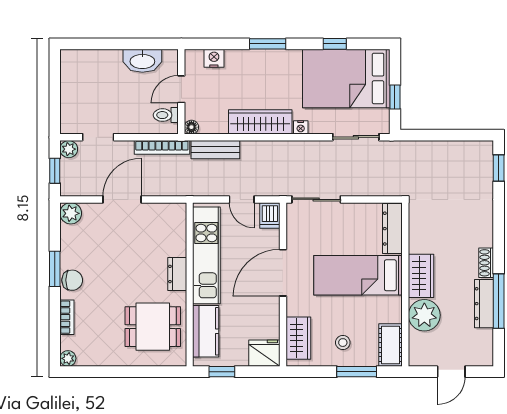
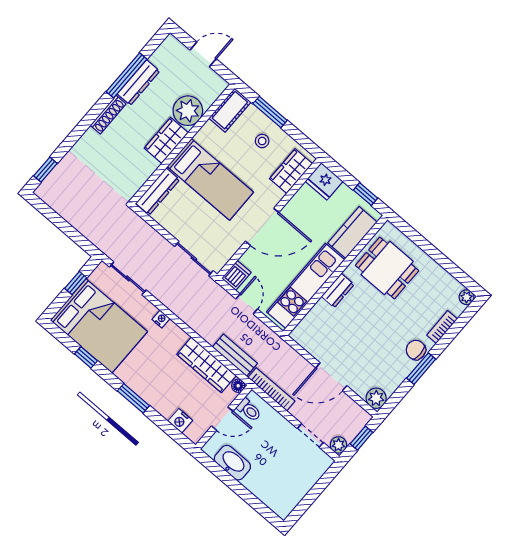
wardrobe: (260, 122) -> (206, 365), moved
shoe rack: (486, 263) -> (108, 115), width x1.43

